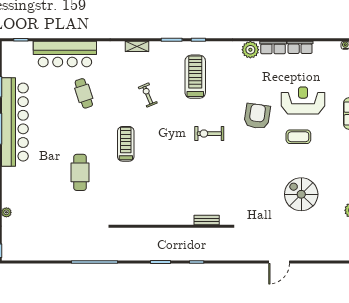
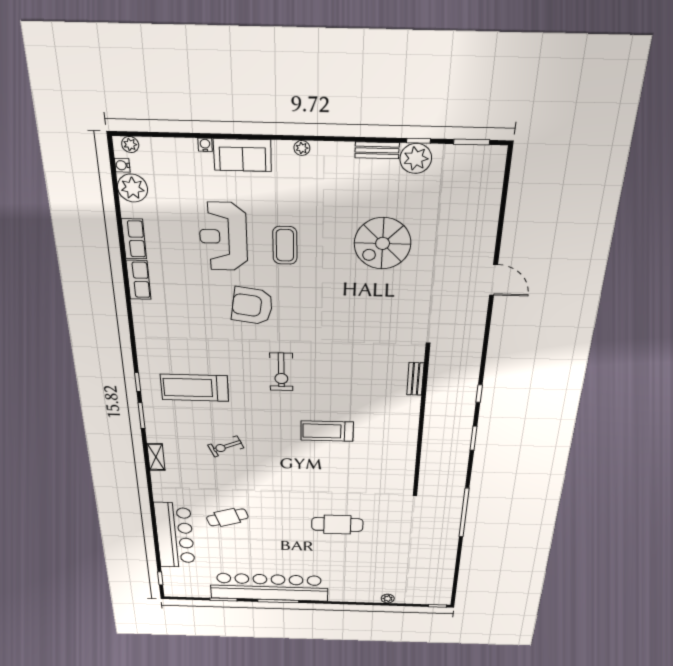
plant: (250, 50) -> (133, 188), moved
treadmill: (126, 144) -> (327, 431), moved

